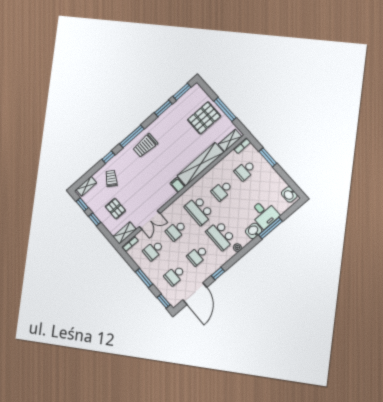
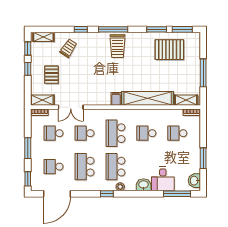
pallet: (204, 118) -> (169, 50), moved
trolley: (145, 146) -> (117, 46), turned -90
window: (268, 157) -> (203, 158), moved
window: (270, 228) -> (177, 194), moved
school desk: (198, 255) -> (84, 167), width x1.85
window: (218, 274) -> (107, 194), moved

